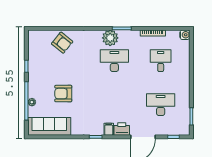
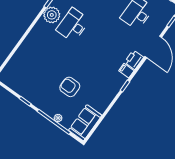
armchair: (62, 43) -> (27, 58), removed
armchair: (63, 94) -> (70, 87), turned 90
sofa: (49, 126) -> (85, 123), width x0.73

